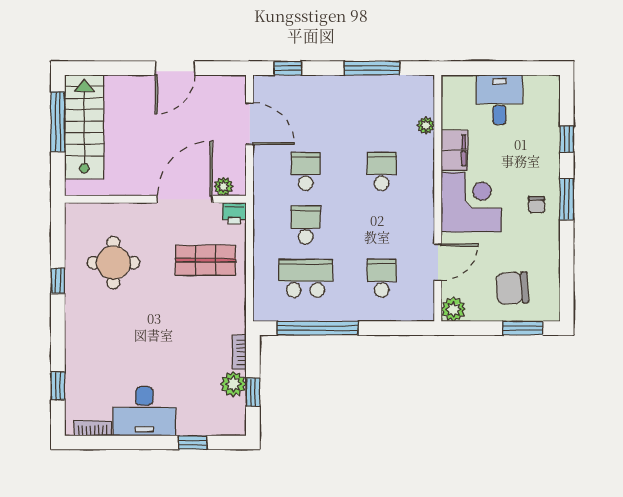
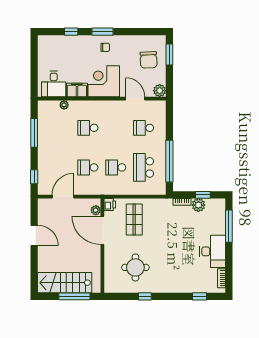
desk: (499, 100) -> (54, 84), moved, turned -90
window: (58, 122) -> (74, 296), moved
window: (193, 442) -> (229, 226), width x2.17

